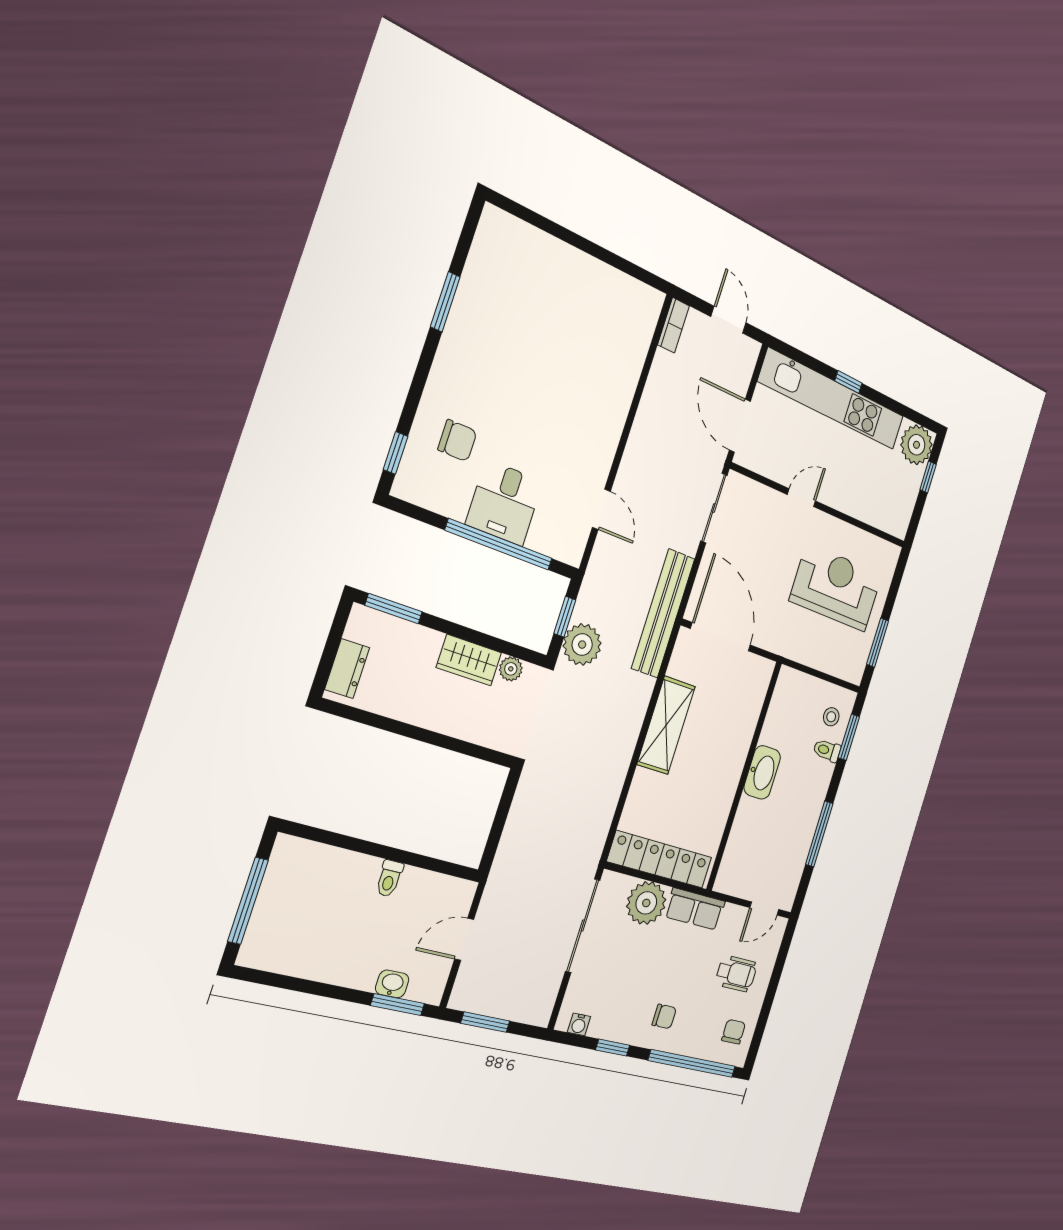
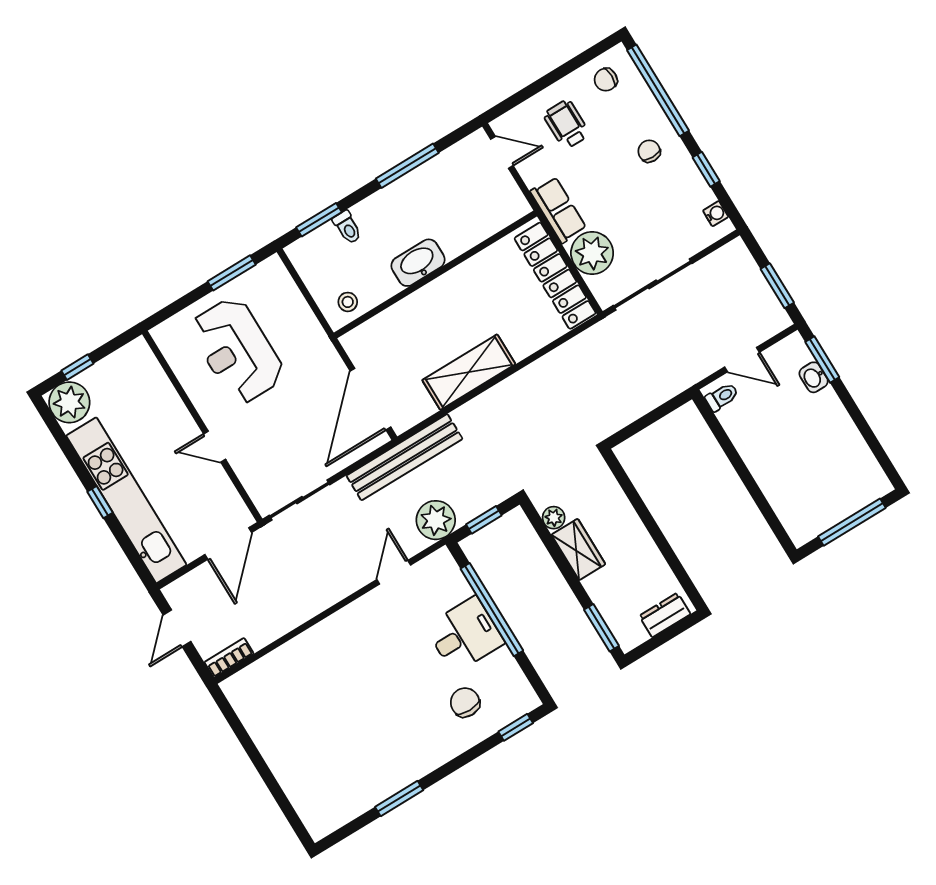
plant: (582, 645) -> (436, 520), moved
stool: (831, 717) -> (348, 302), moved
toilet: (389, 878) -> (722, 397), moved

